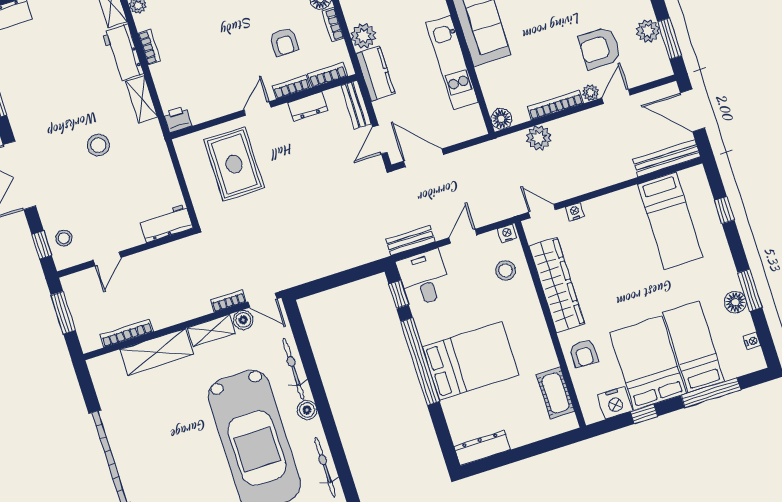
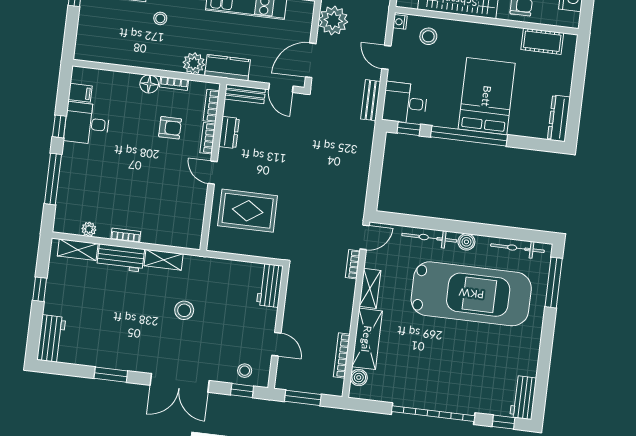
printer: (178, 119) -> (192, 239), removed
plant: (476, 162) -> (333, 20), added
boiler: (243, 320) -> (359, 378), moved

